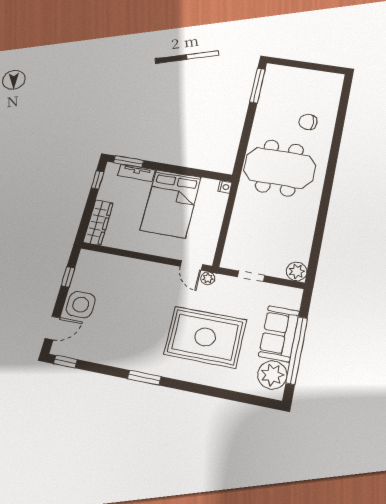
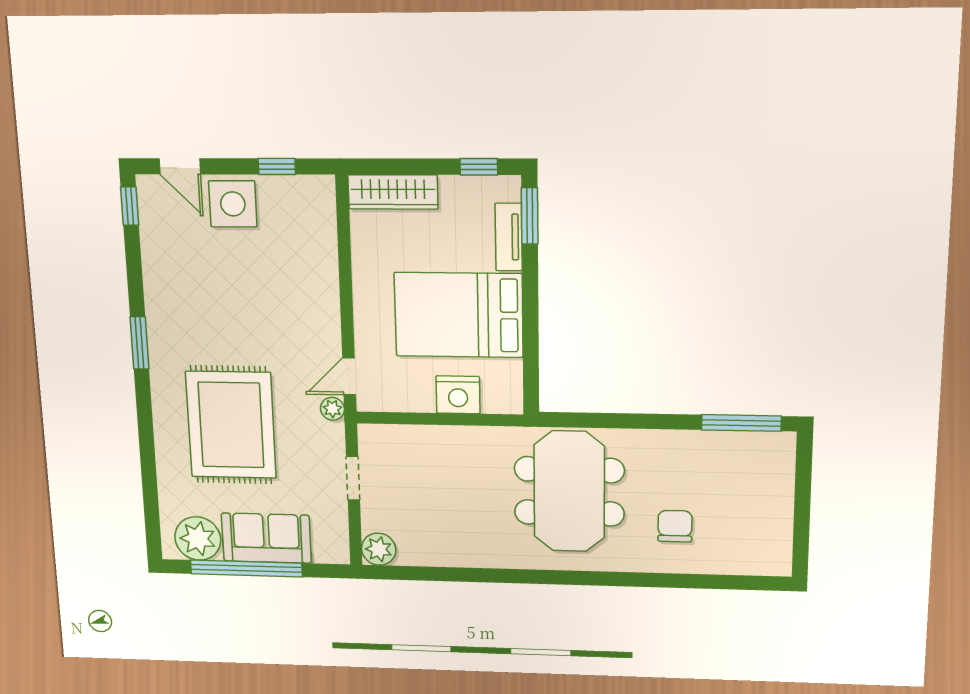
nightstand: (225, 187) -> (458, 395), moved, width x1.89, depth x1.79

